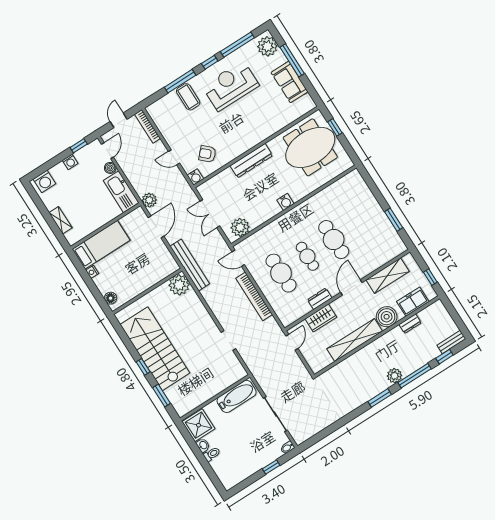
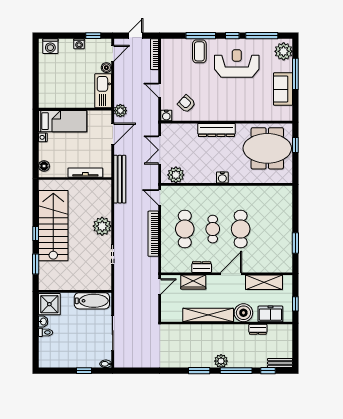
shelving: (60, 220) -> (44, 83), removed
tv unit: (153, 280) -> (85, 173), added
plant: (179, 285) -> (102, 226), moved

